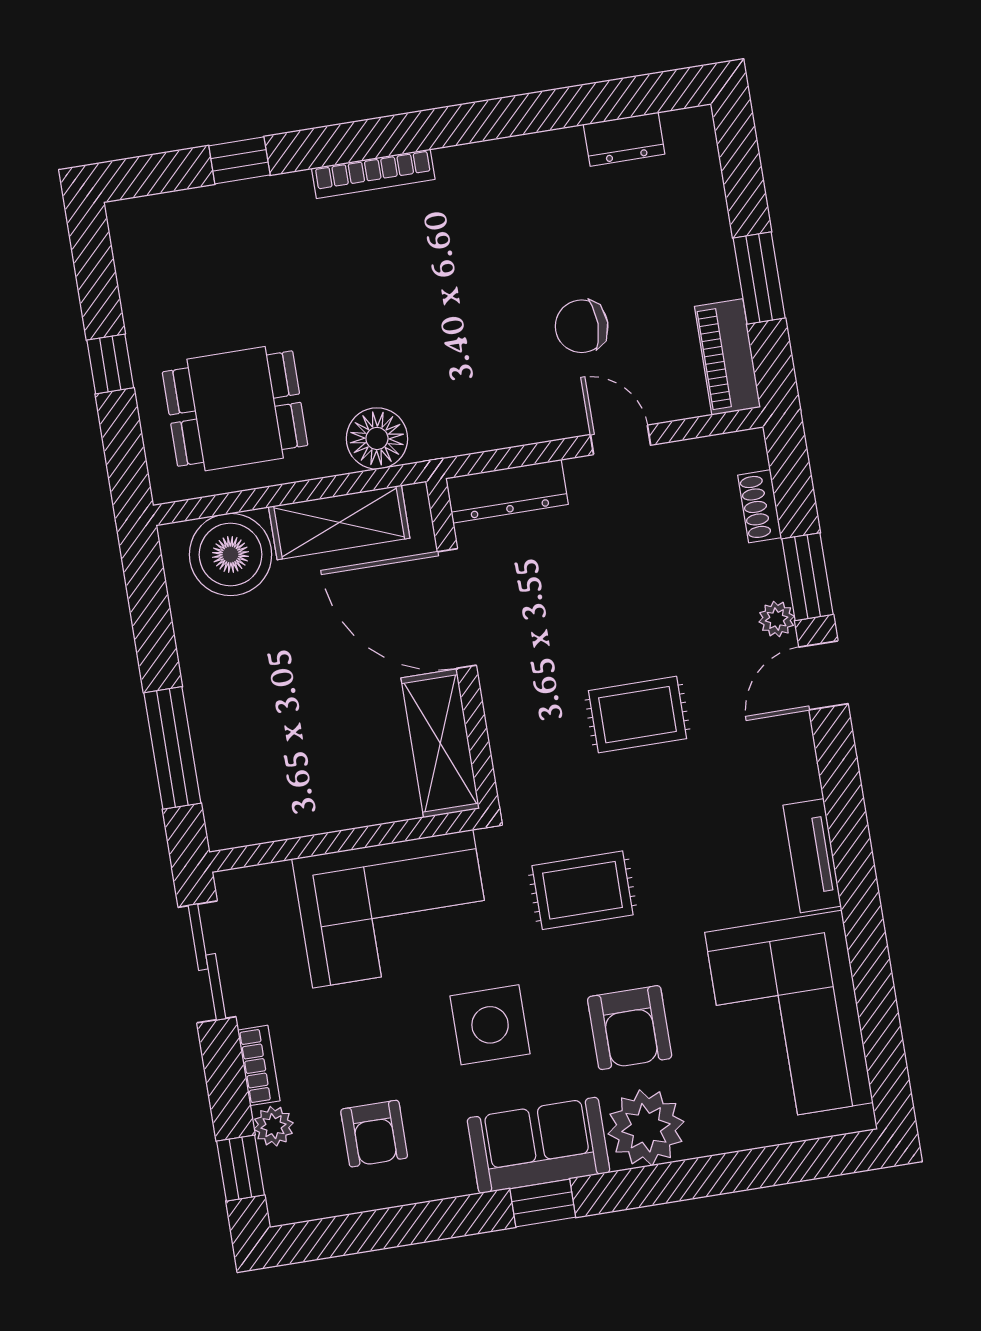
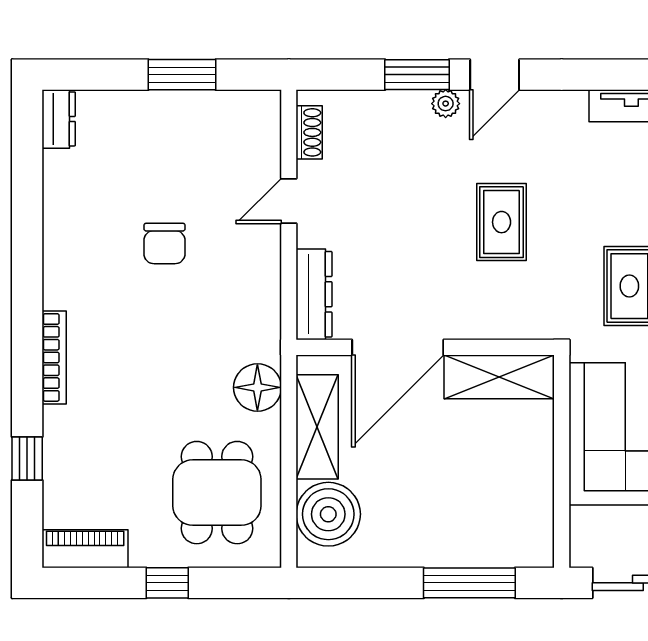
dresser: (624, 139) -> (59, 119), moved
chair: (582, 326) -> (164, 243), moved
piano: (727, 357) -> (85, 549), moved, turned 180
shoe rack: (760, 506) -> (309, 132), moved, turned -90
door: (823, 675) -> (495, 75), hinge flipped

